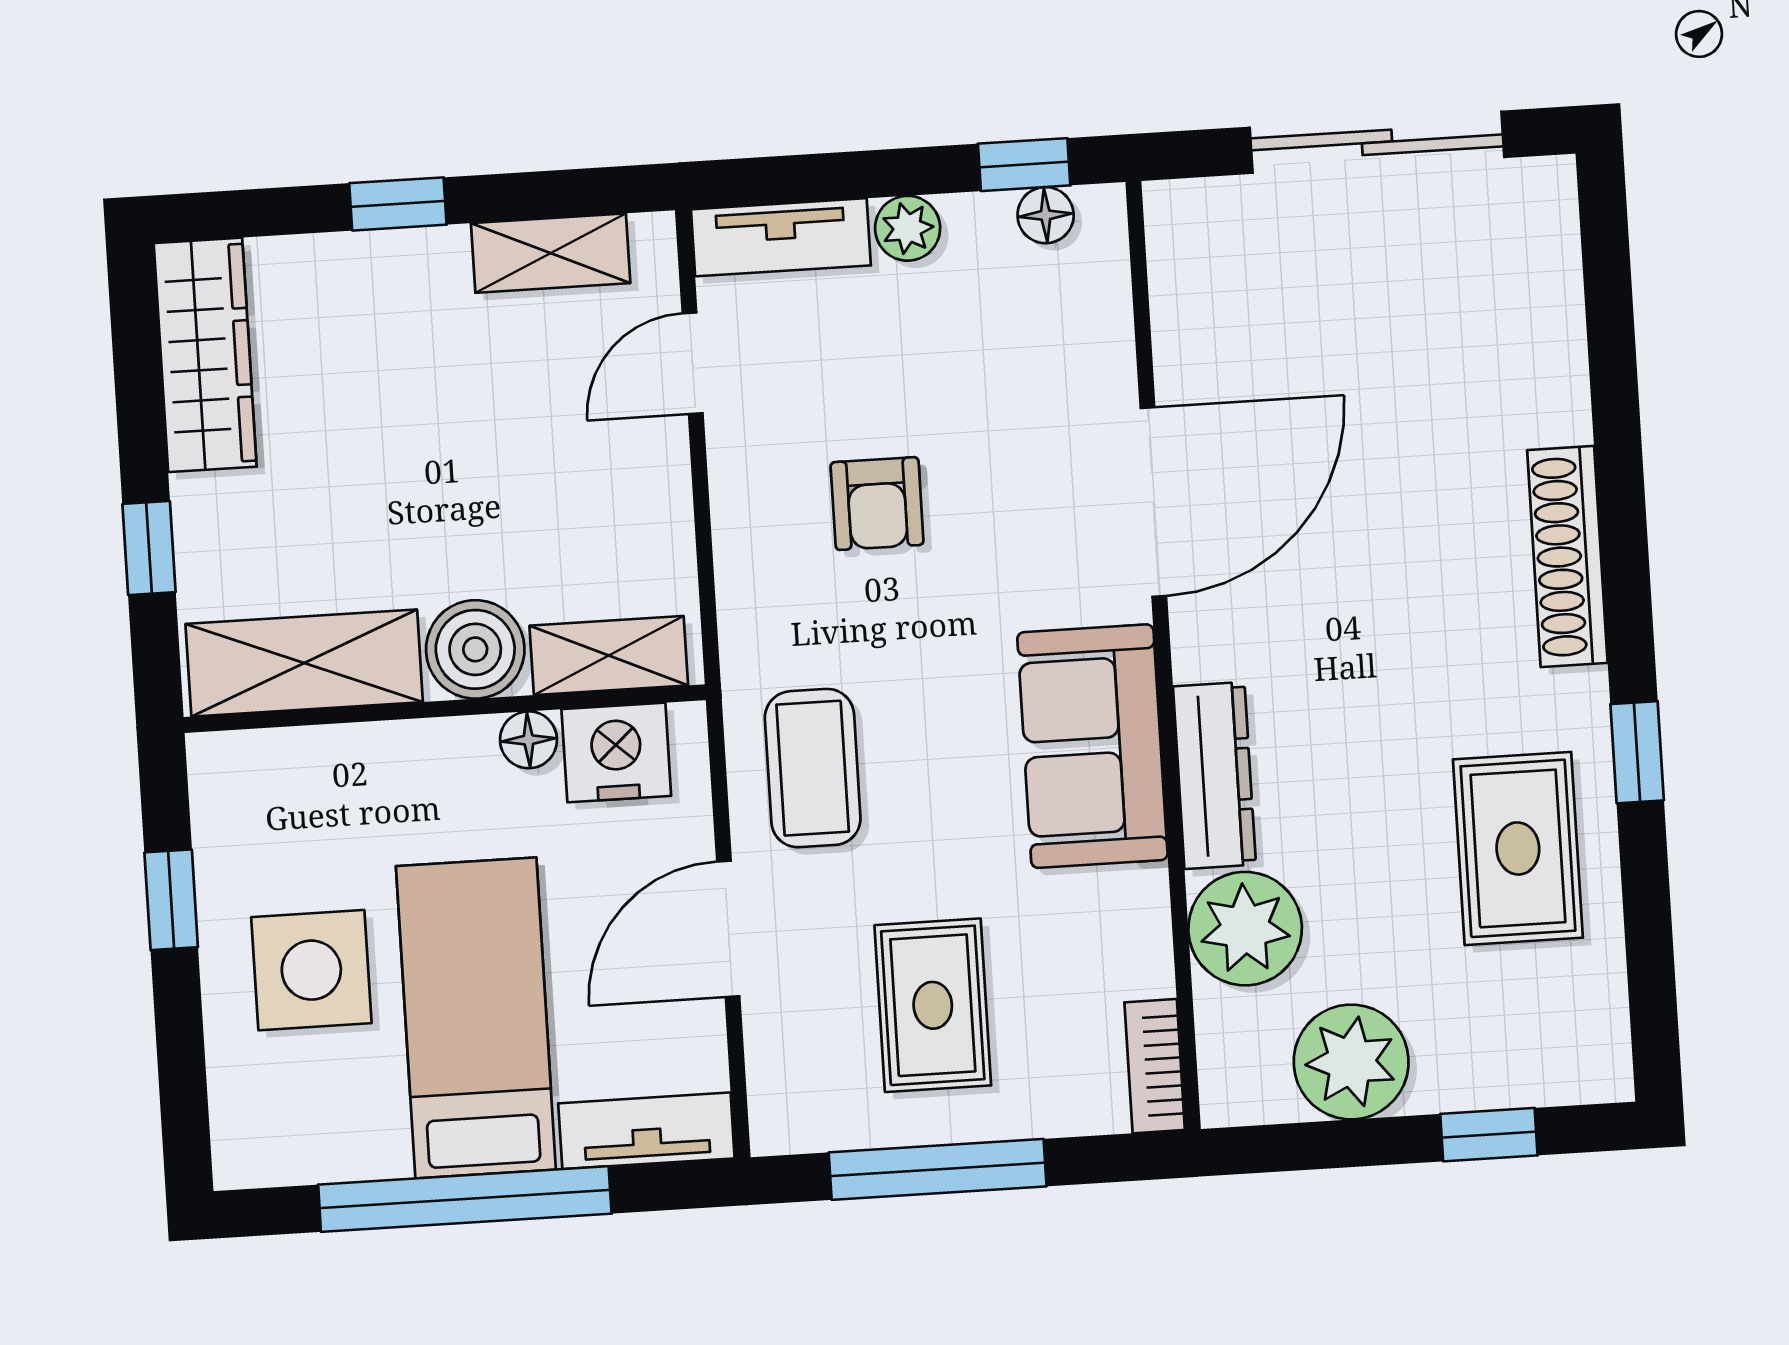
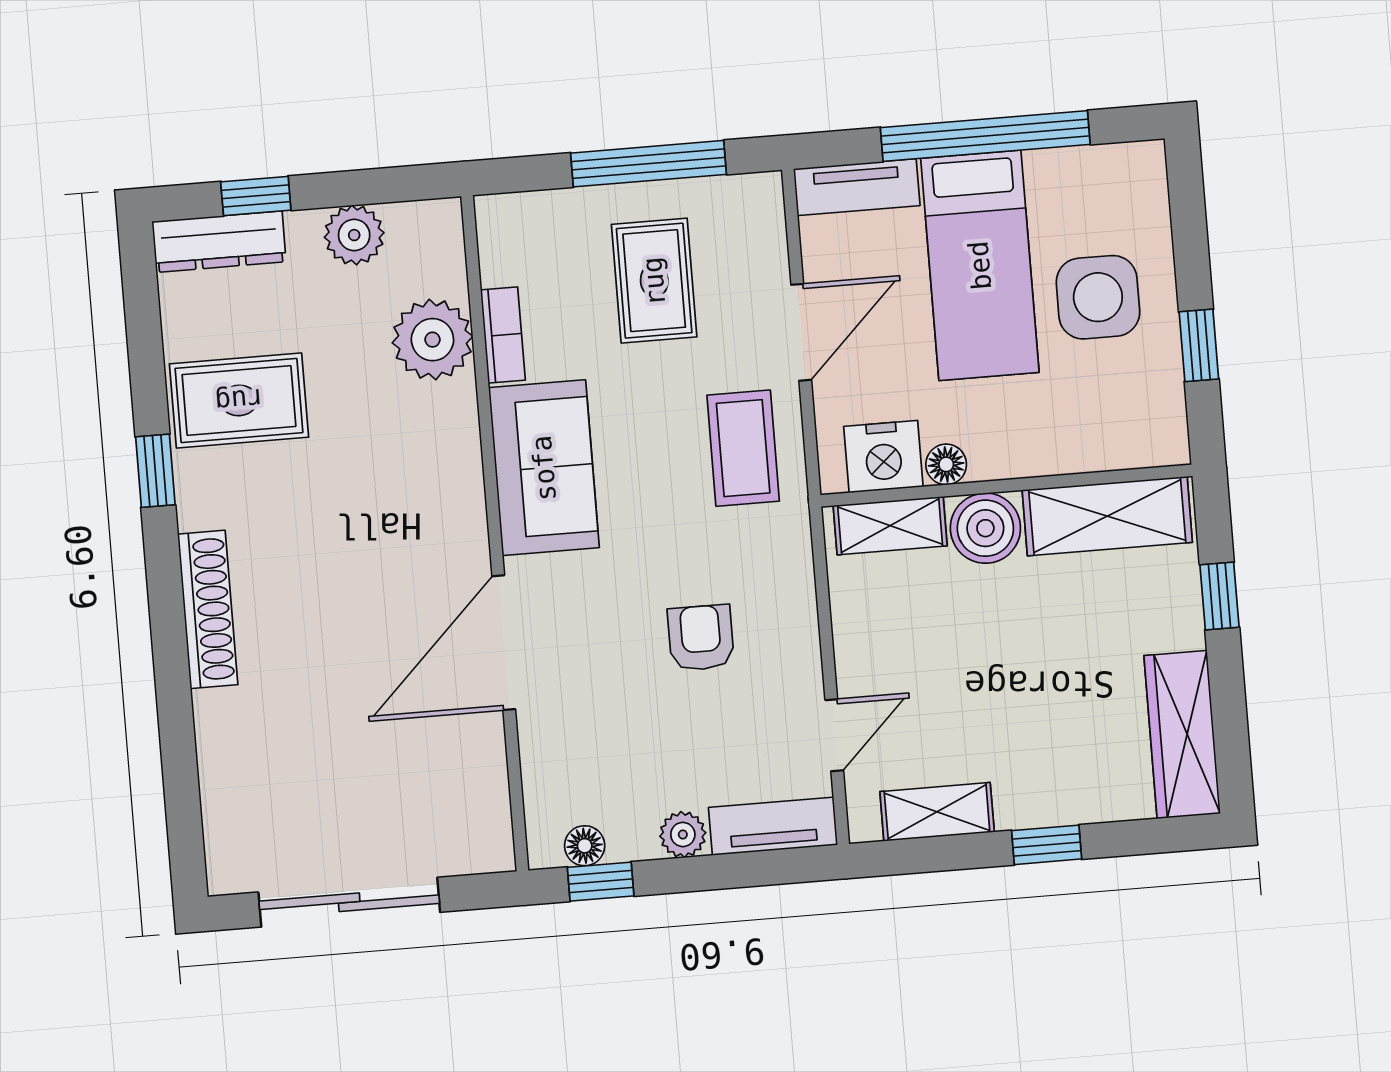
dresser: (1214, 776) -> (219, 242), moved, turned -90
rug: (1518, 848) -> (239, 400), turned 90
plant: (1351, 1062) -> (354, 235), width x0.73, depth x0.73
bookcase: (1155, 1066) -> (503, 335), moved

